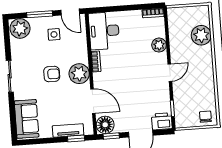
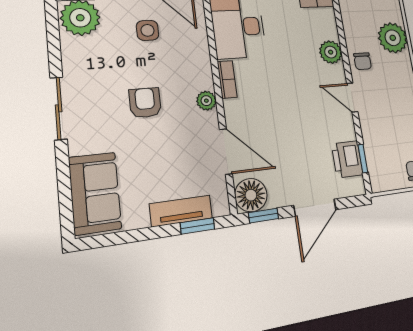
chair: (179, 50) -> (363, 61), added
door: (170, 73) -> (352, 98), swing flipped
armchair: (52, 74) -> (145, 103), turned -90
plant: (79, 74) -> (206, 101), width x0.53, depth x0.53
printer: (162, 121) -> (347, 159), moved, turned -90

